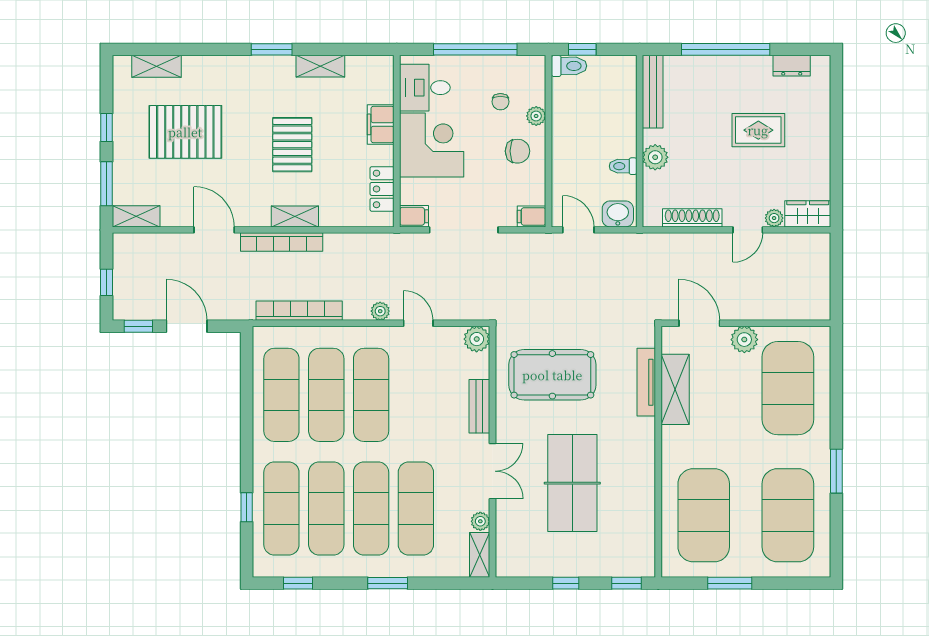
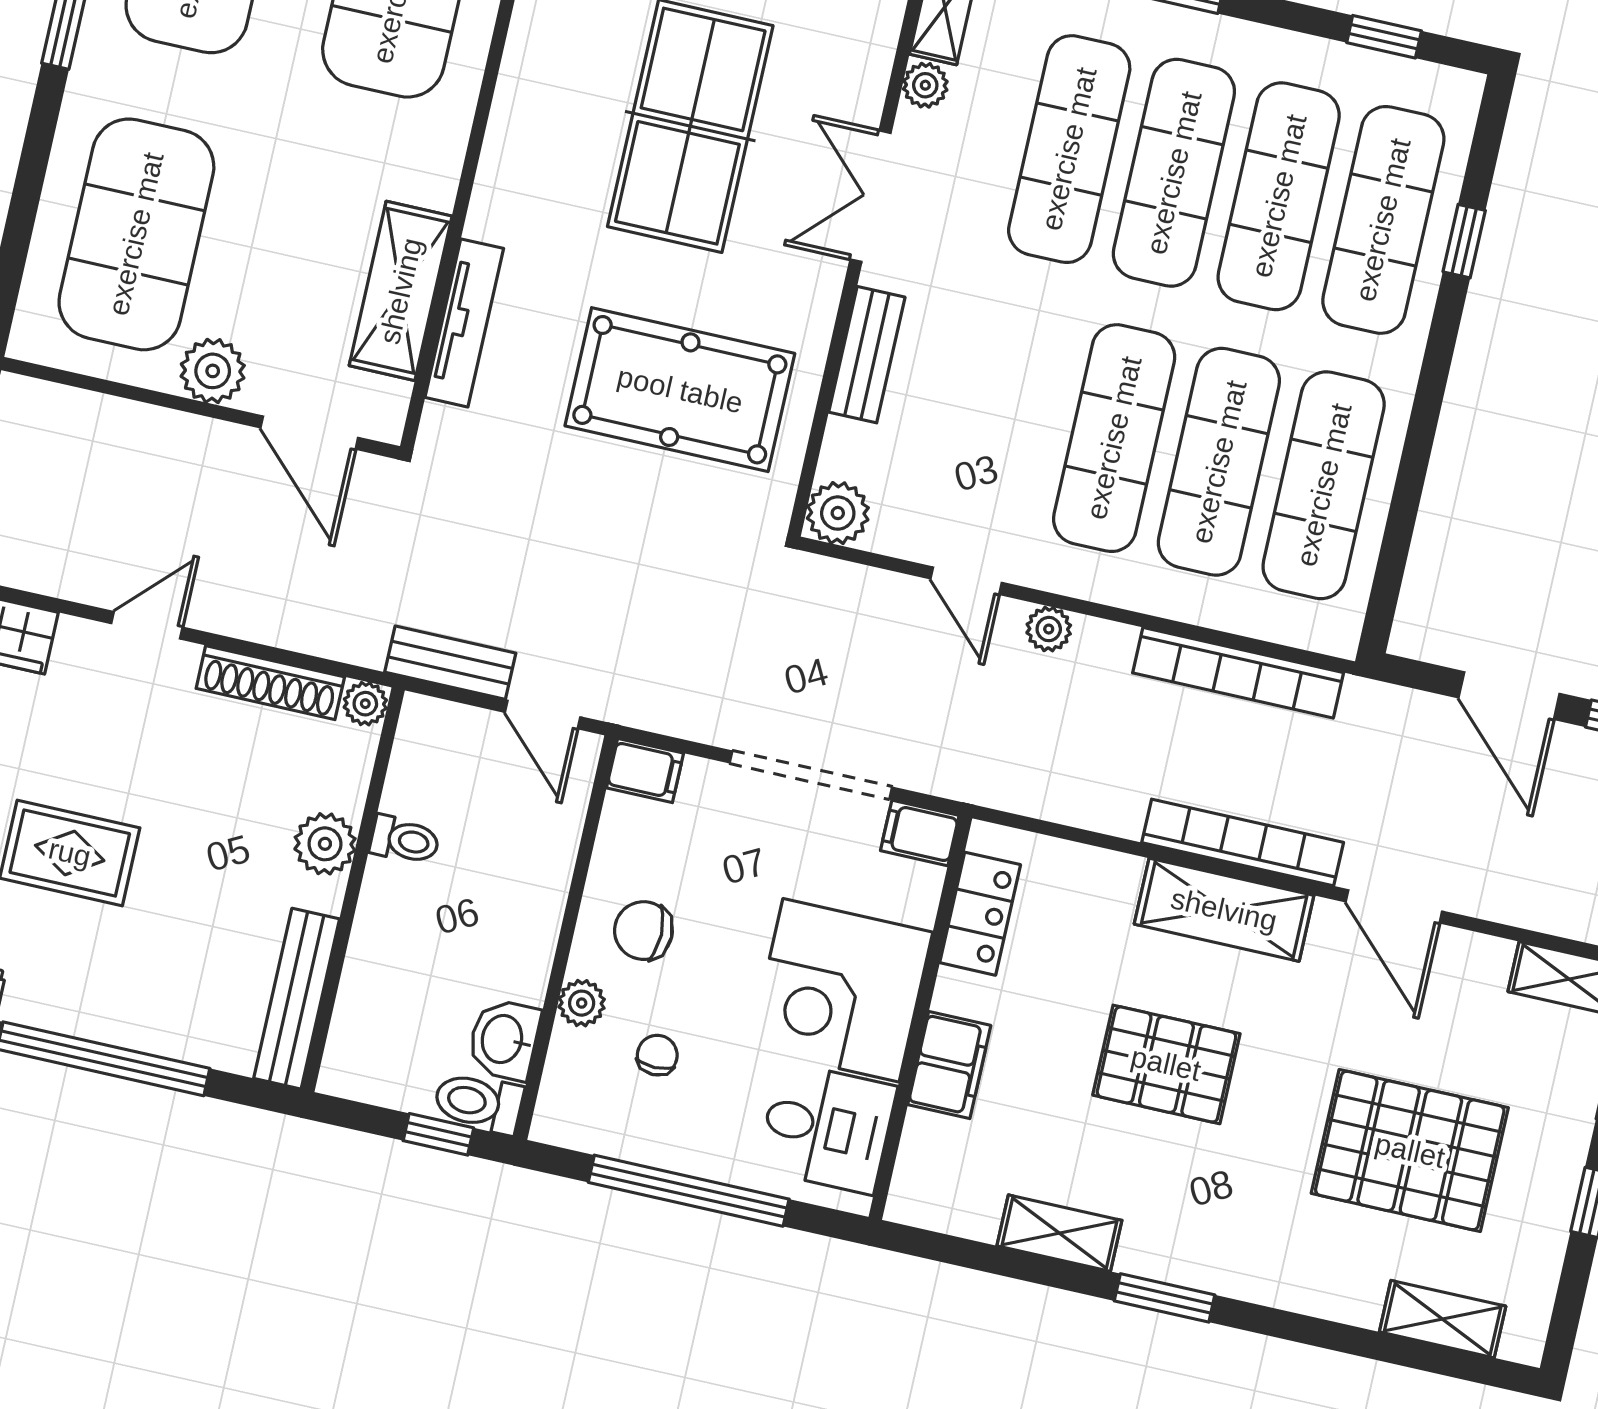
pallet: (292, 145) -> (1166, 1064), turned 90
washbasin: (618, 214) -> (504, 1039), moved, turned 90
shelving: (295, 216) -> (1224, 910), width x1.50, depth x1.33
plant: (774, 218) -> (365, 704), moved
bench: (621, 243) -> (450, 663), added

